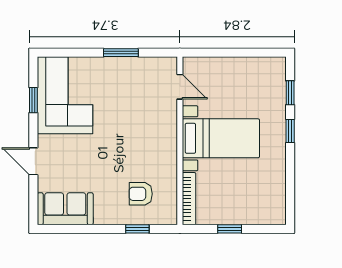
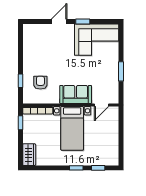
window: (33, 100) -> (83, 22), moved
sofa: (65, 209) -> (76, 94), moved, turned -90
wardrobe: (267, 214) -> (29, 155), added
window: (230, 229) -> (21, 123), moved

